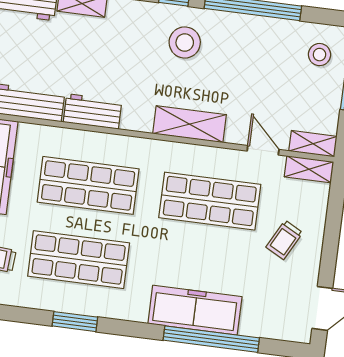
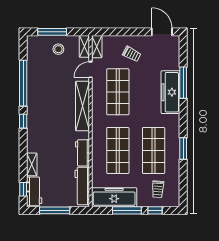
stool: (185, 42) -> (44, 113), removed
stool: (319, 55) -> (58, 49), moved
shelving: (190, 124) -> (83, 106), width x1.47
window: (211, 339) -> (183, 83), width x0.68

